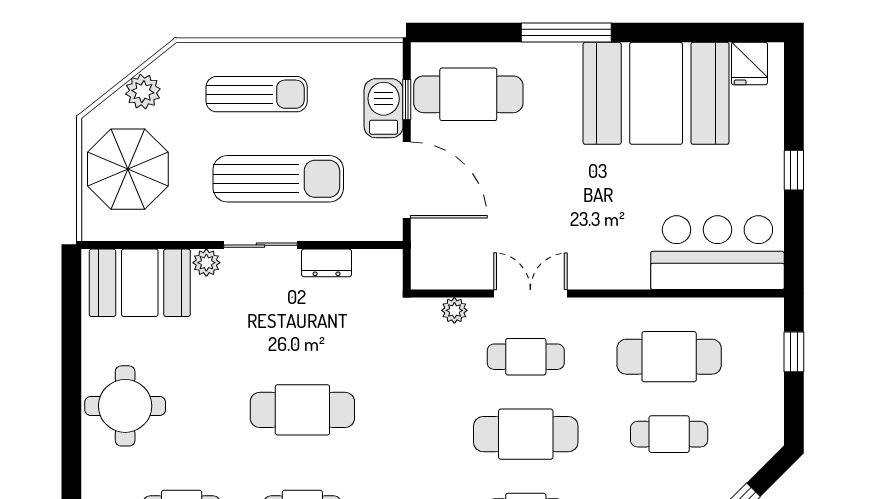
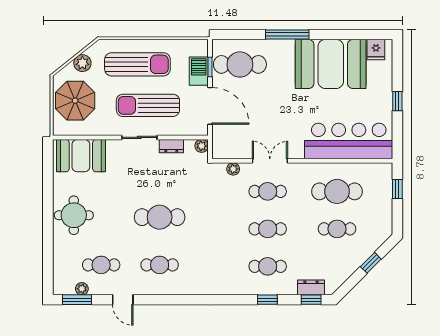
sun lounger: (257, 94) -> (137, 64), width x1.36, depth x1.34
sun lounger: (278, 179) -> (148, 105), turned 180
bar counter: (717, 253) -> (349, 141), width x1.36
plant: (206, 263) -> (202, 146), moved
cafe table: (526, 434) -> (268, 229), width x0.73, depth x0.74

